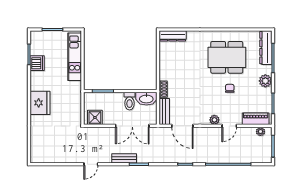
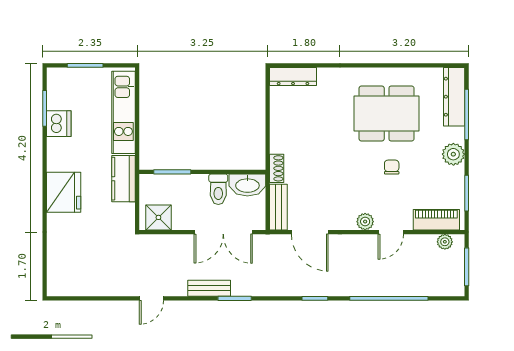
kitchen counter: (75, 95) -> (123, 179), added

